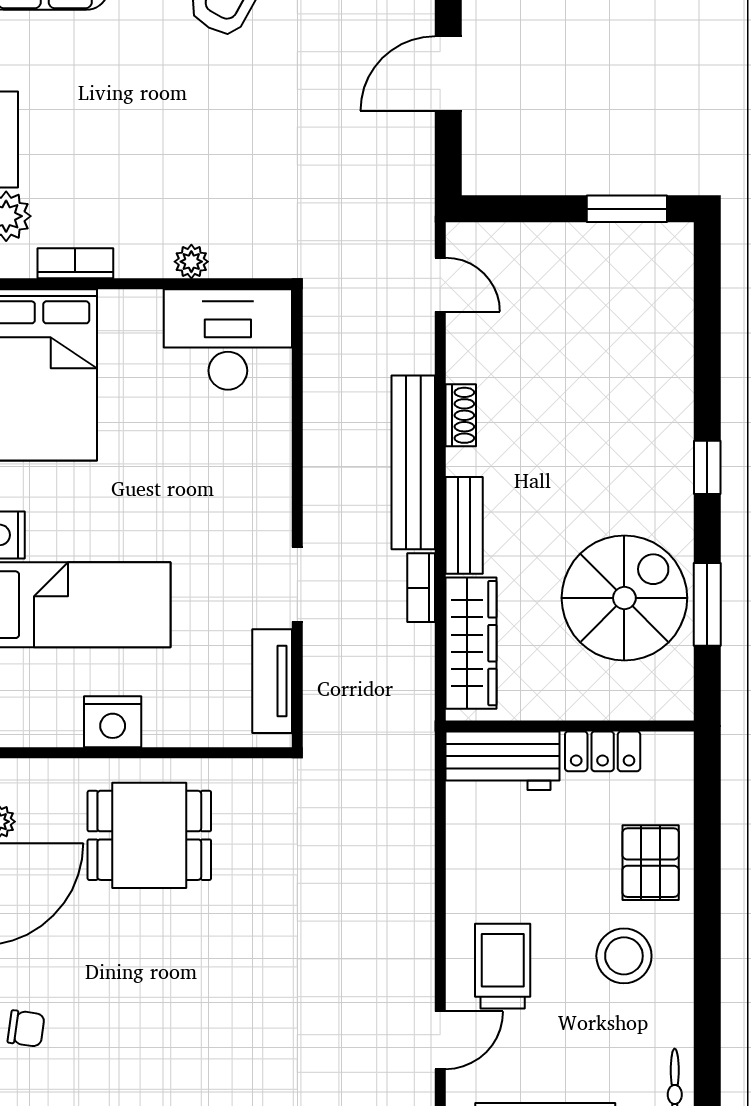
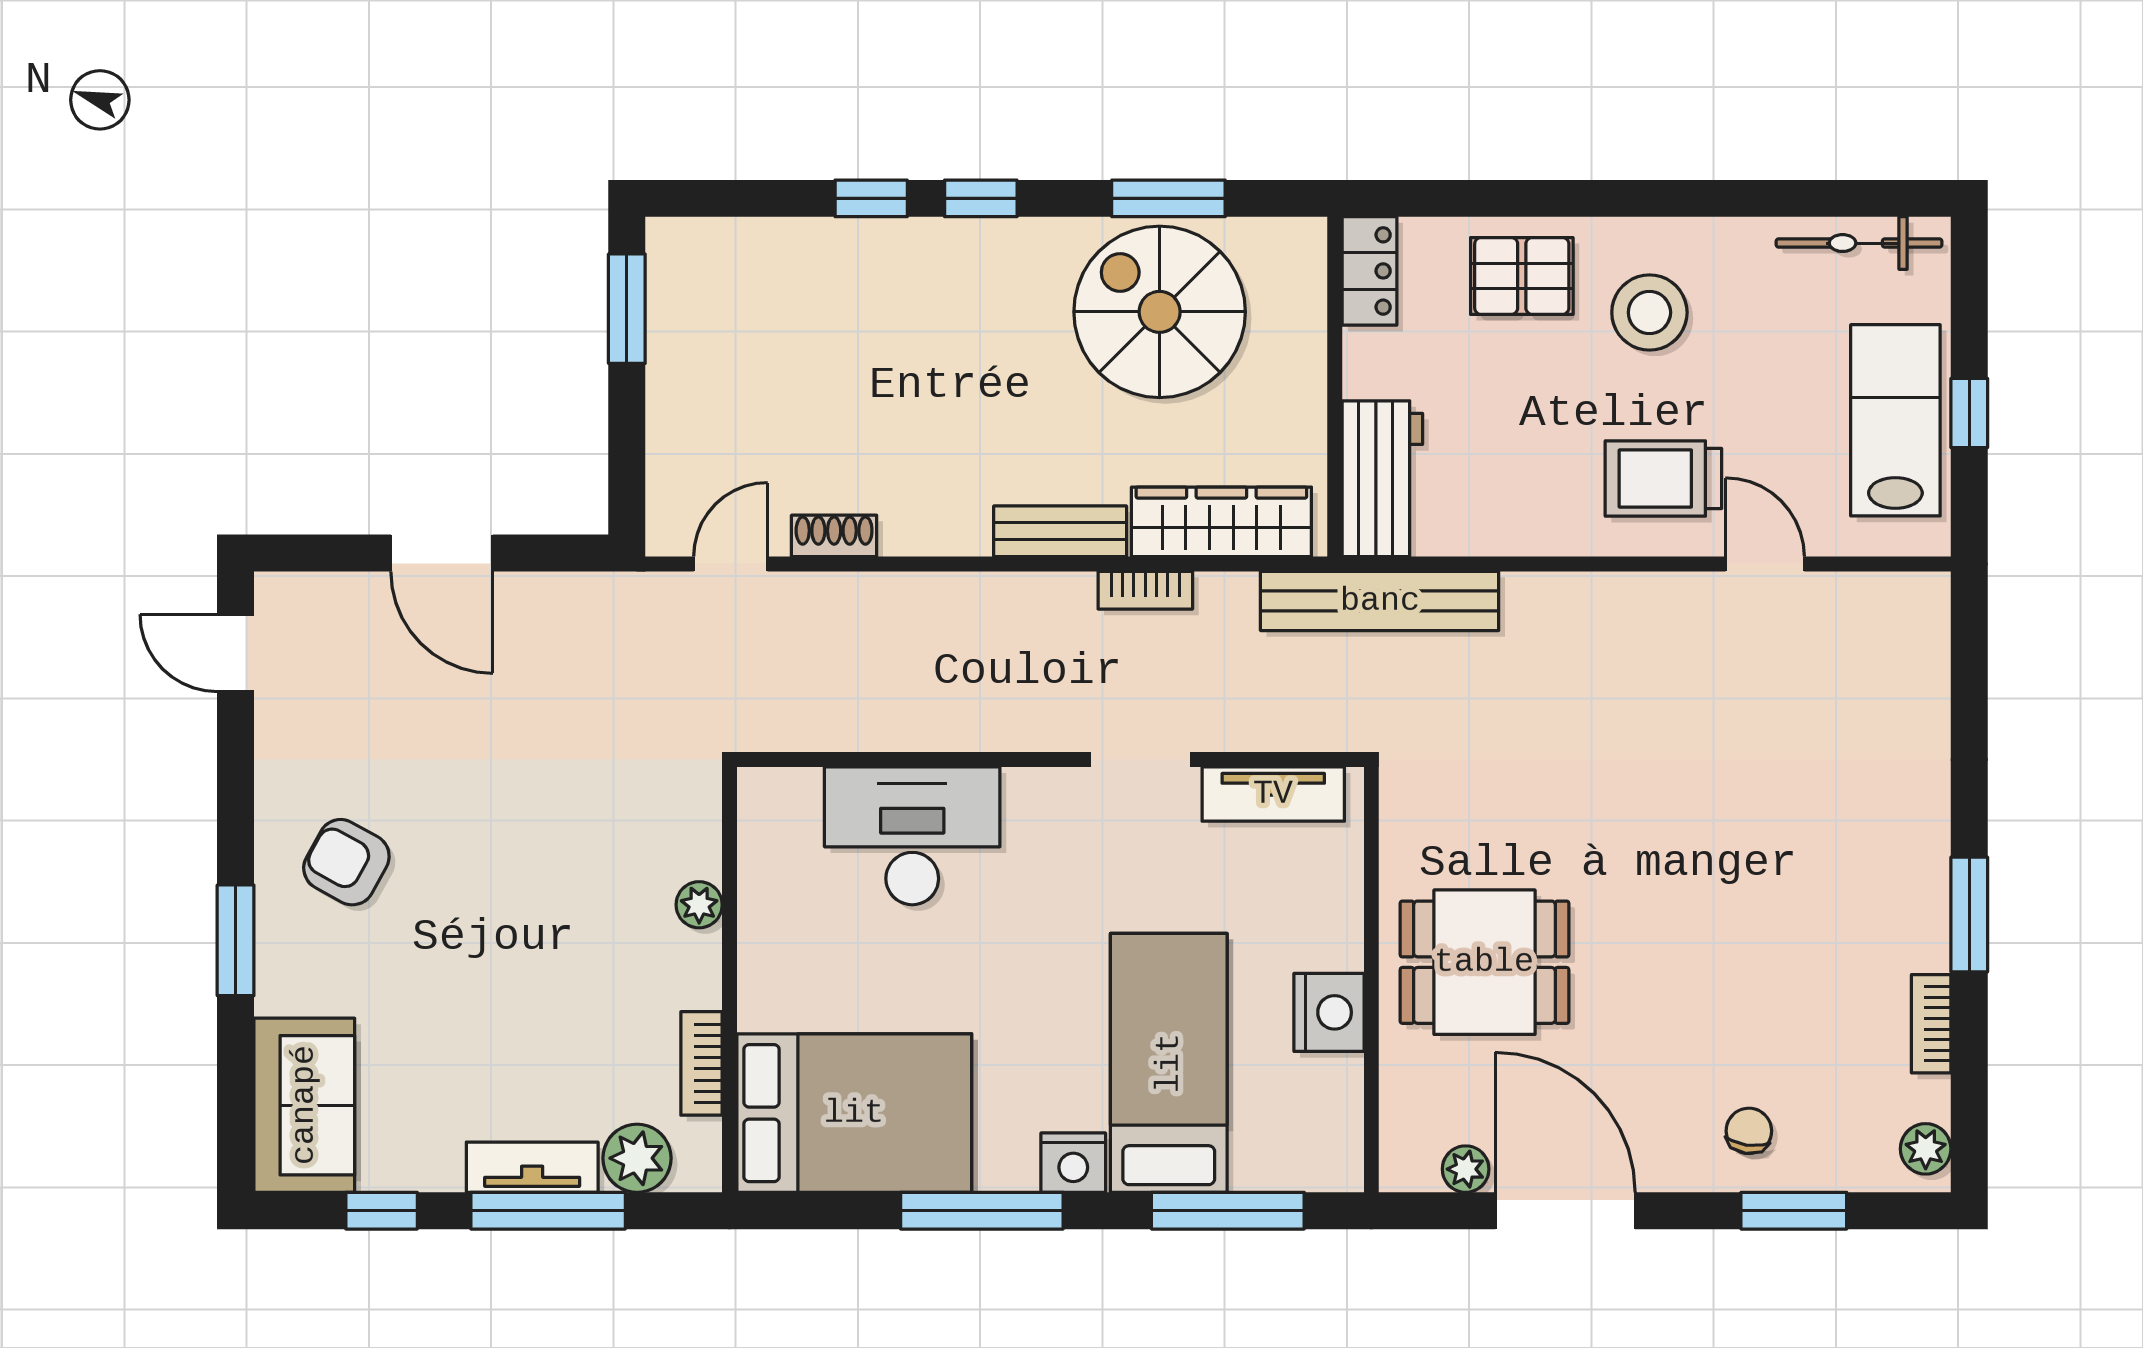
desk: (228, 340) -> (912, 836), moved, turned 90
window: (707, 387) -> (871, 198), added
shoe rack: (461, 415) -> (834, 536), moved
bench: (413, 462) -> (1380, 601), moved
locker: (603, 751) -> (1369, 271), moved
dining table: (149, 835) -> (1484, 962), turned 90

